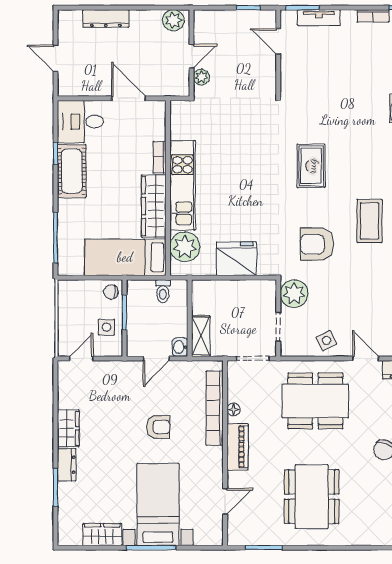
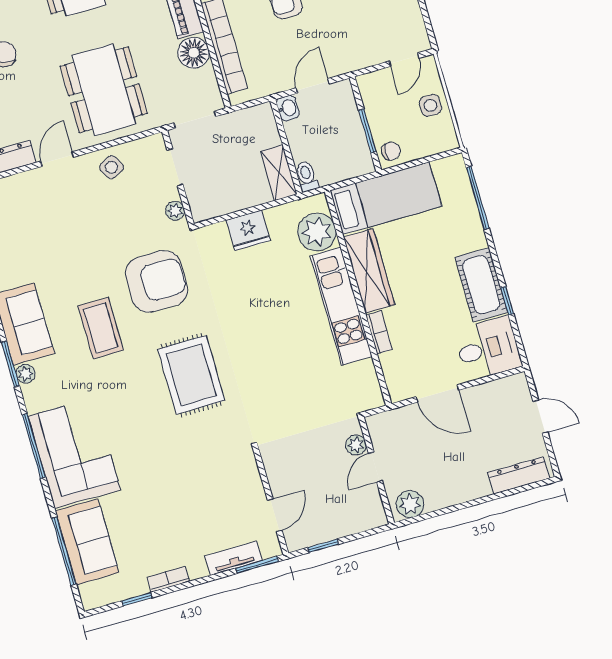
dresser: (106, 19) -> (519, 475), moved
door: (278, 41) -> (275, 515), hinge flipped
rug: (311, 166) -> (191, 375), width x1.36, depth x1.43
armchair: (317, 244) -> (157, 281), width x1.36, depth x1.36
fridge: (236, 259) -> (248, 230), width x0.73, depth x0.75
toilet: (163, 291) -> (307, 176), moved
plant: (294, 294) -> (175, 211), width x0.53, depth x0.53
side table: (106, 327) -> (430, 105), moved
shelving: (201, 336) -> (279, 173), moved
door: (366, 358) -> (57, 159), swing flipped
dining table: (315, 401) -> (104, 90), turned 90
floor lamp: (234, 409) -> (194, 53), width x1.89, depth x1.89

